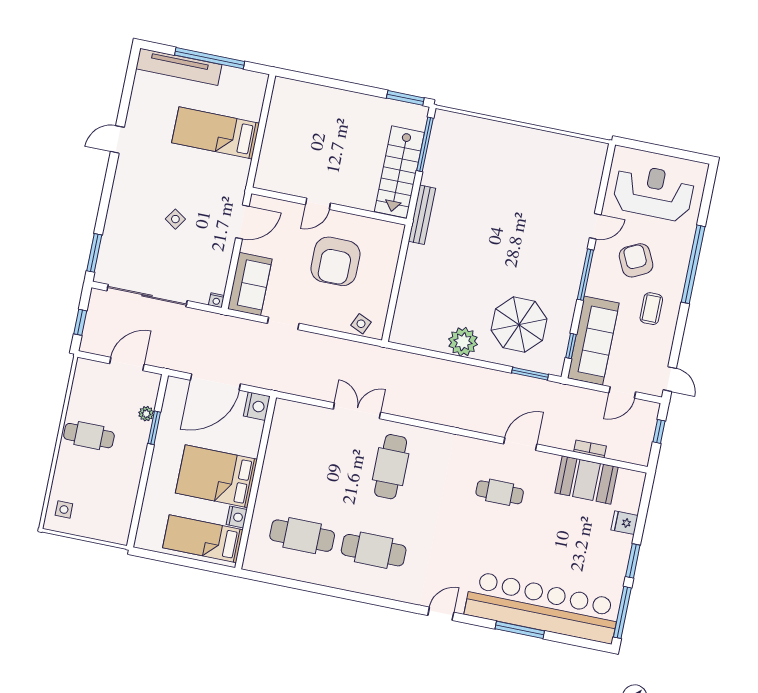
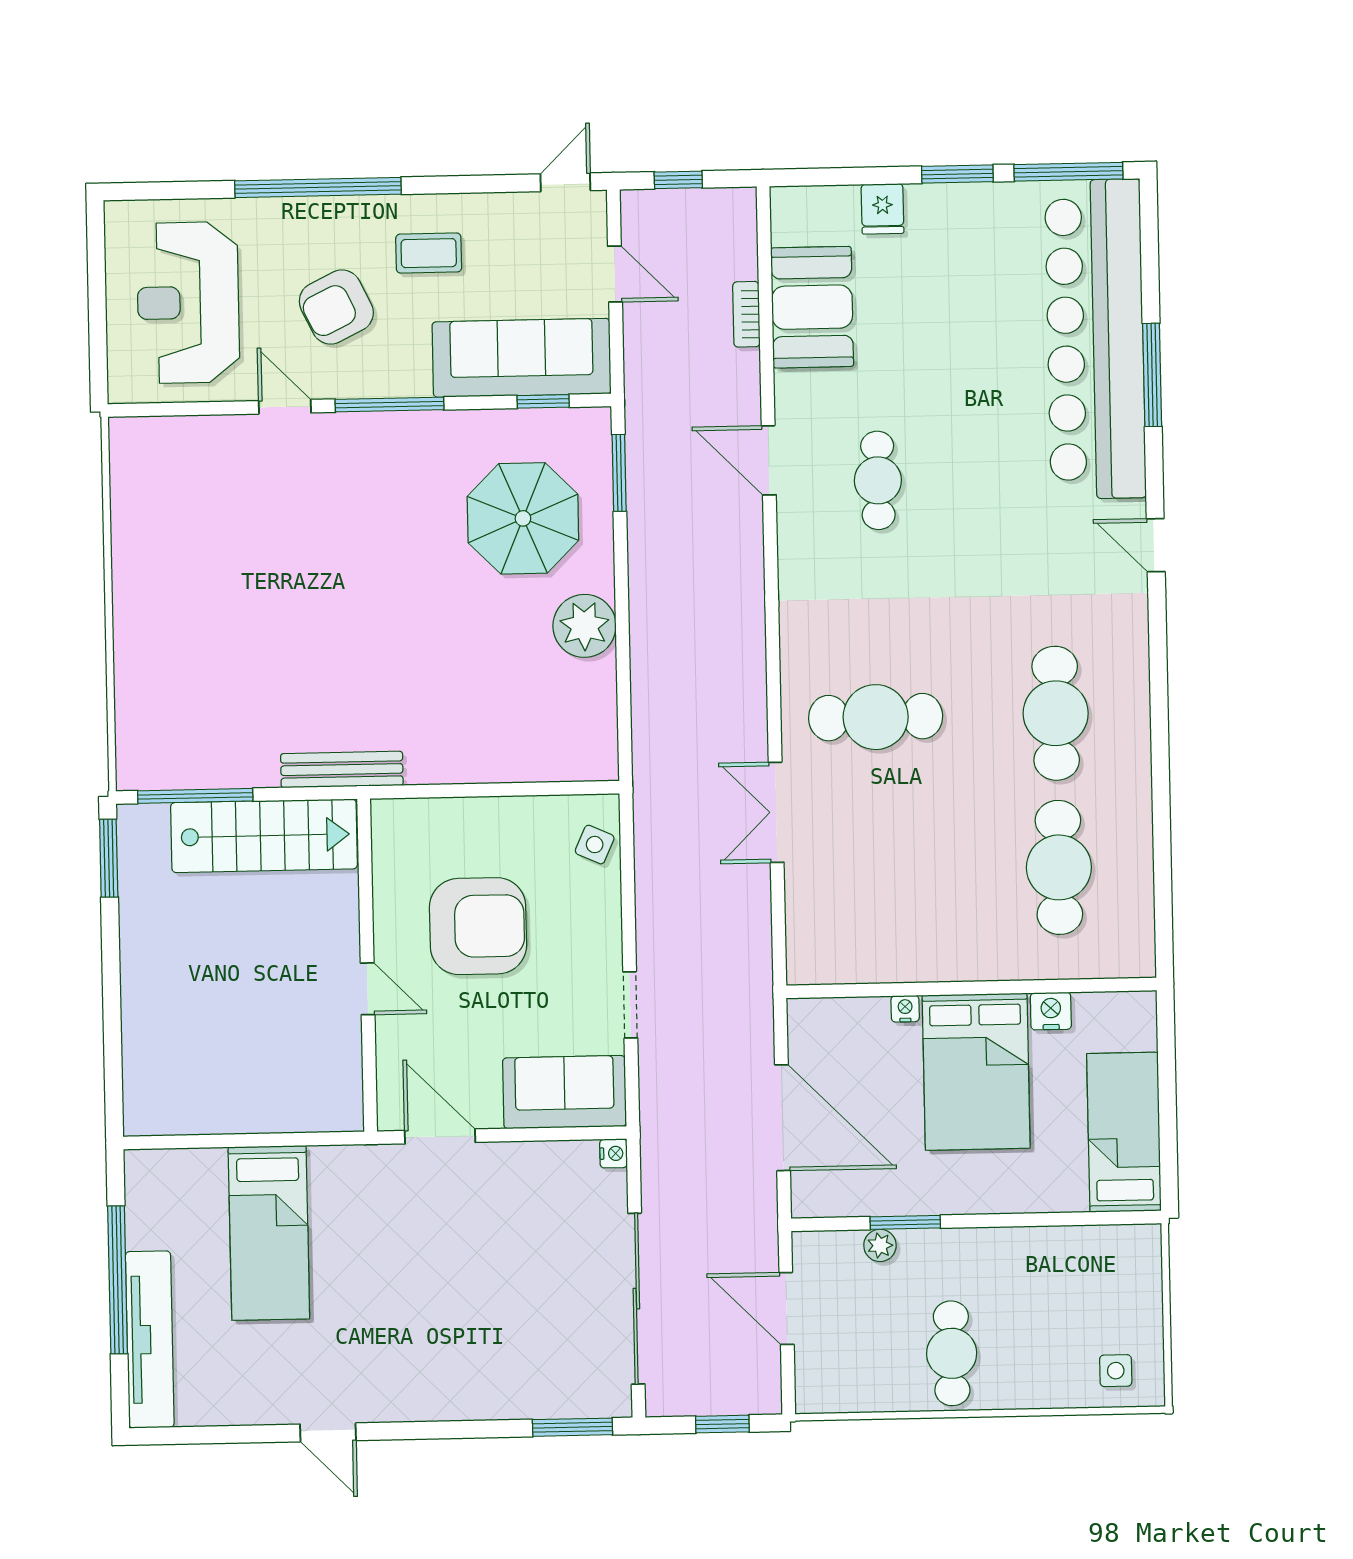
side table: (175, 219) -> (465, 1276), removed
nightstand: (257, 406) -> (905, 1009), moved, width x0.53, depth x0.56
bed: (203, 539) -> (1124, 1132), moved, turned 180

